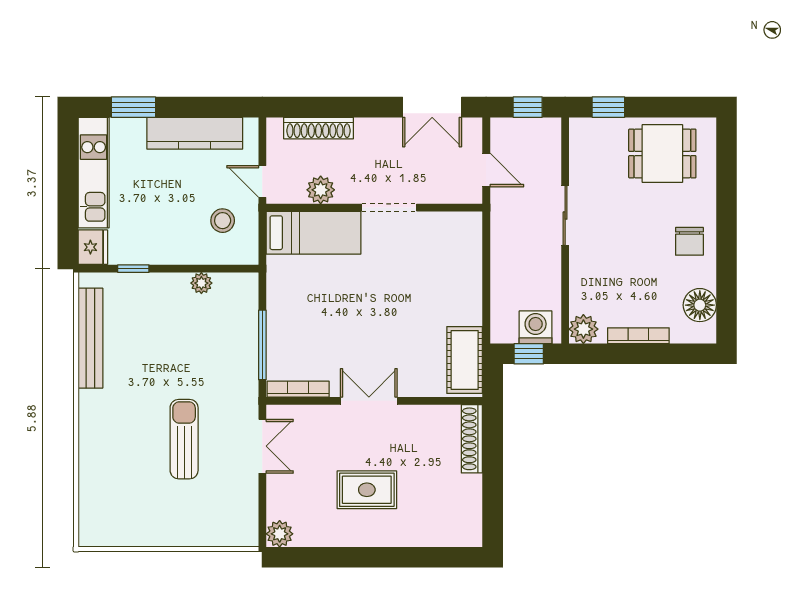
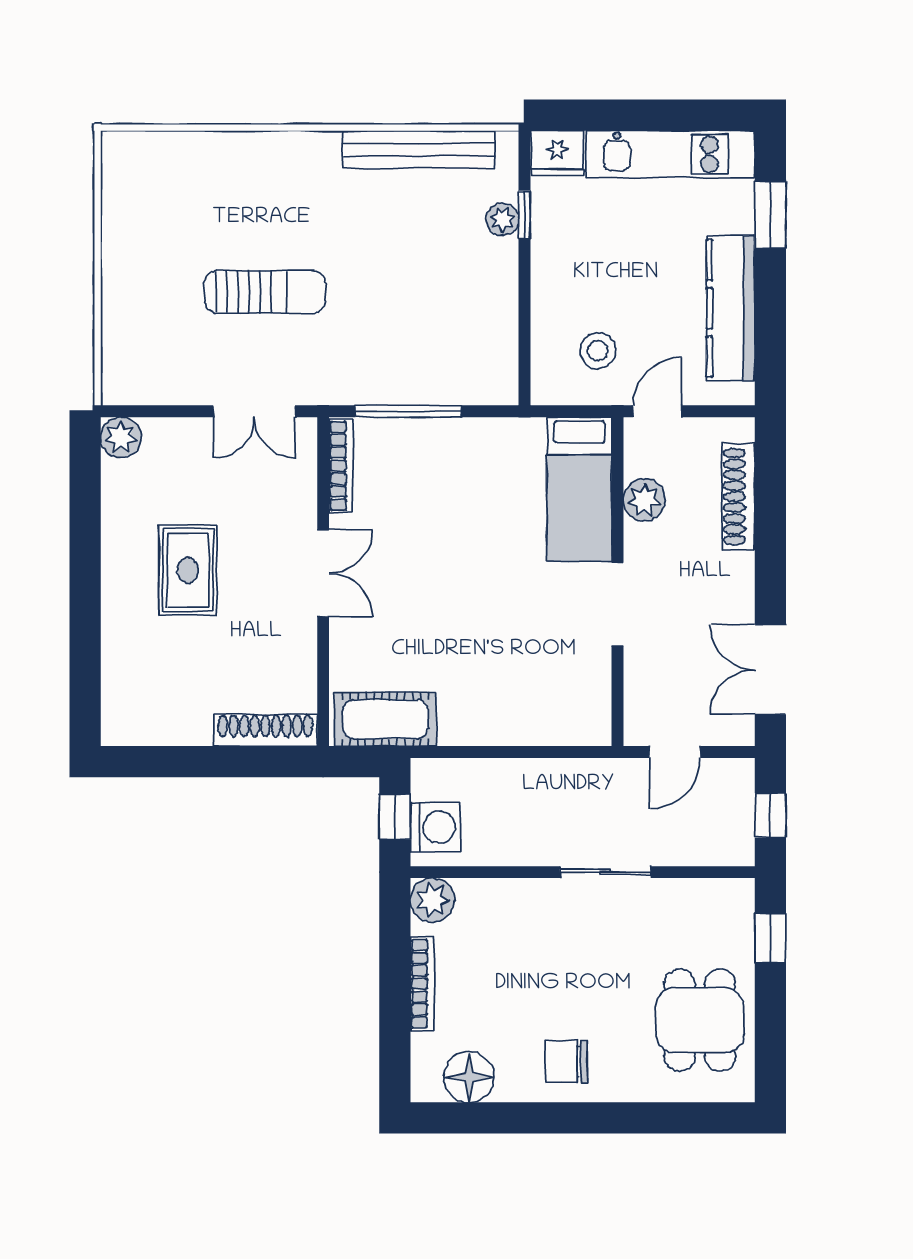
plant: (201, 283) -> (503, 220), moved

